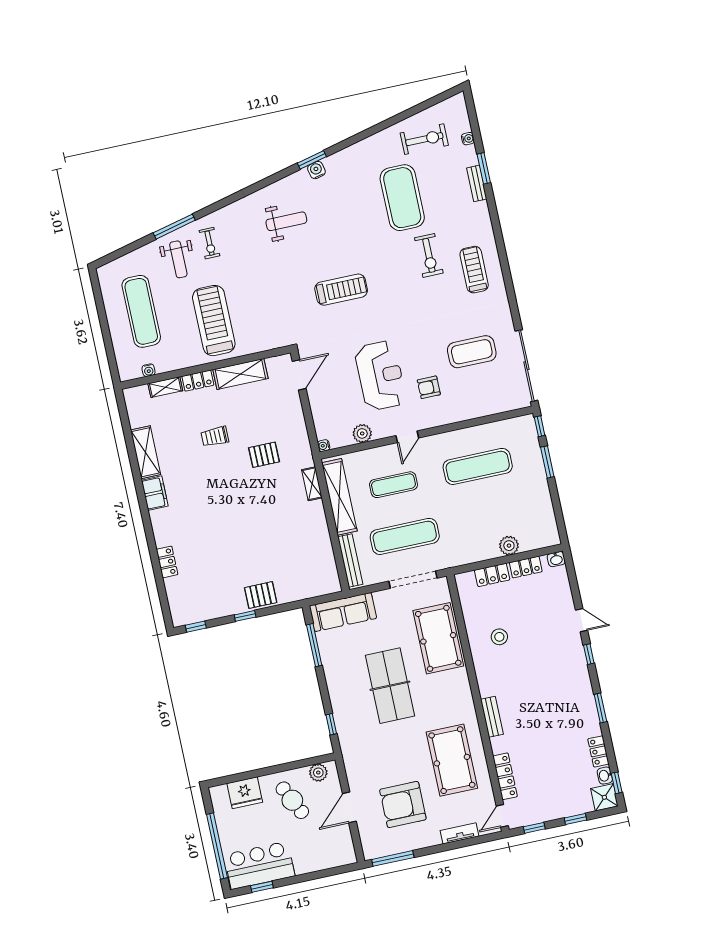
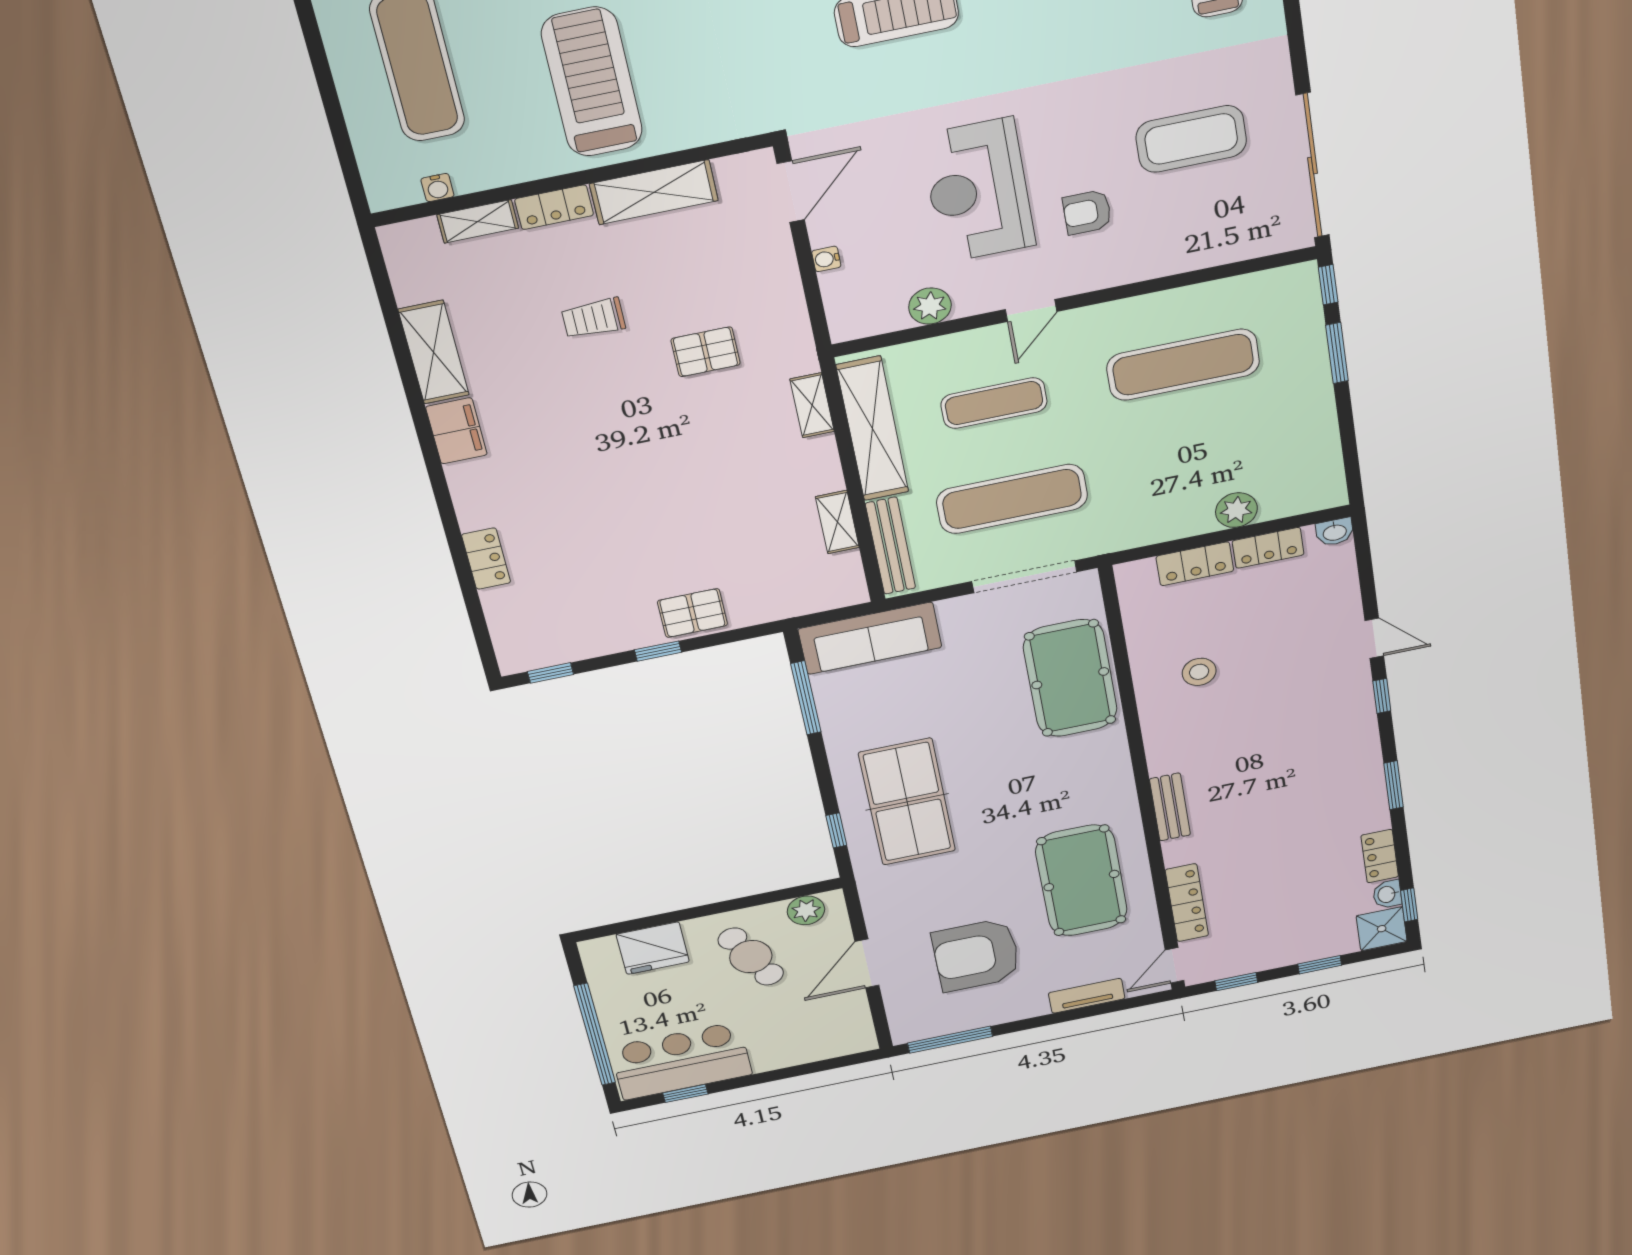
reception desk: (380, 376) -> (978, 190), turned 180
water cooler: (324, 446) -> (826, 259), moved
shelving: (325, 547) -> (837, 522), added
table tennis table: (390, 686) -> (907, 802), moved

